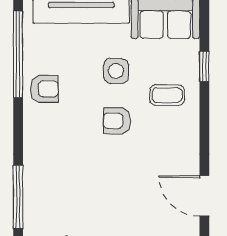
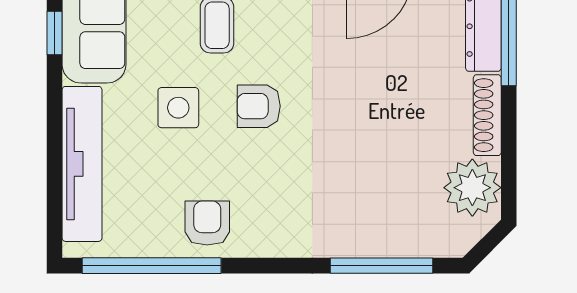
armchair: (117, 121) -> (259, 106), turned 90

